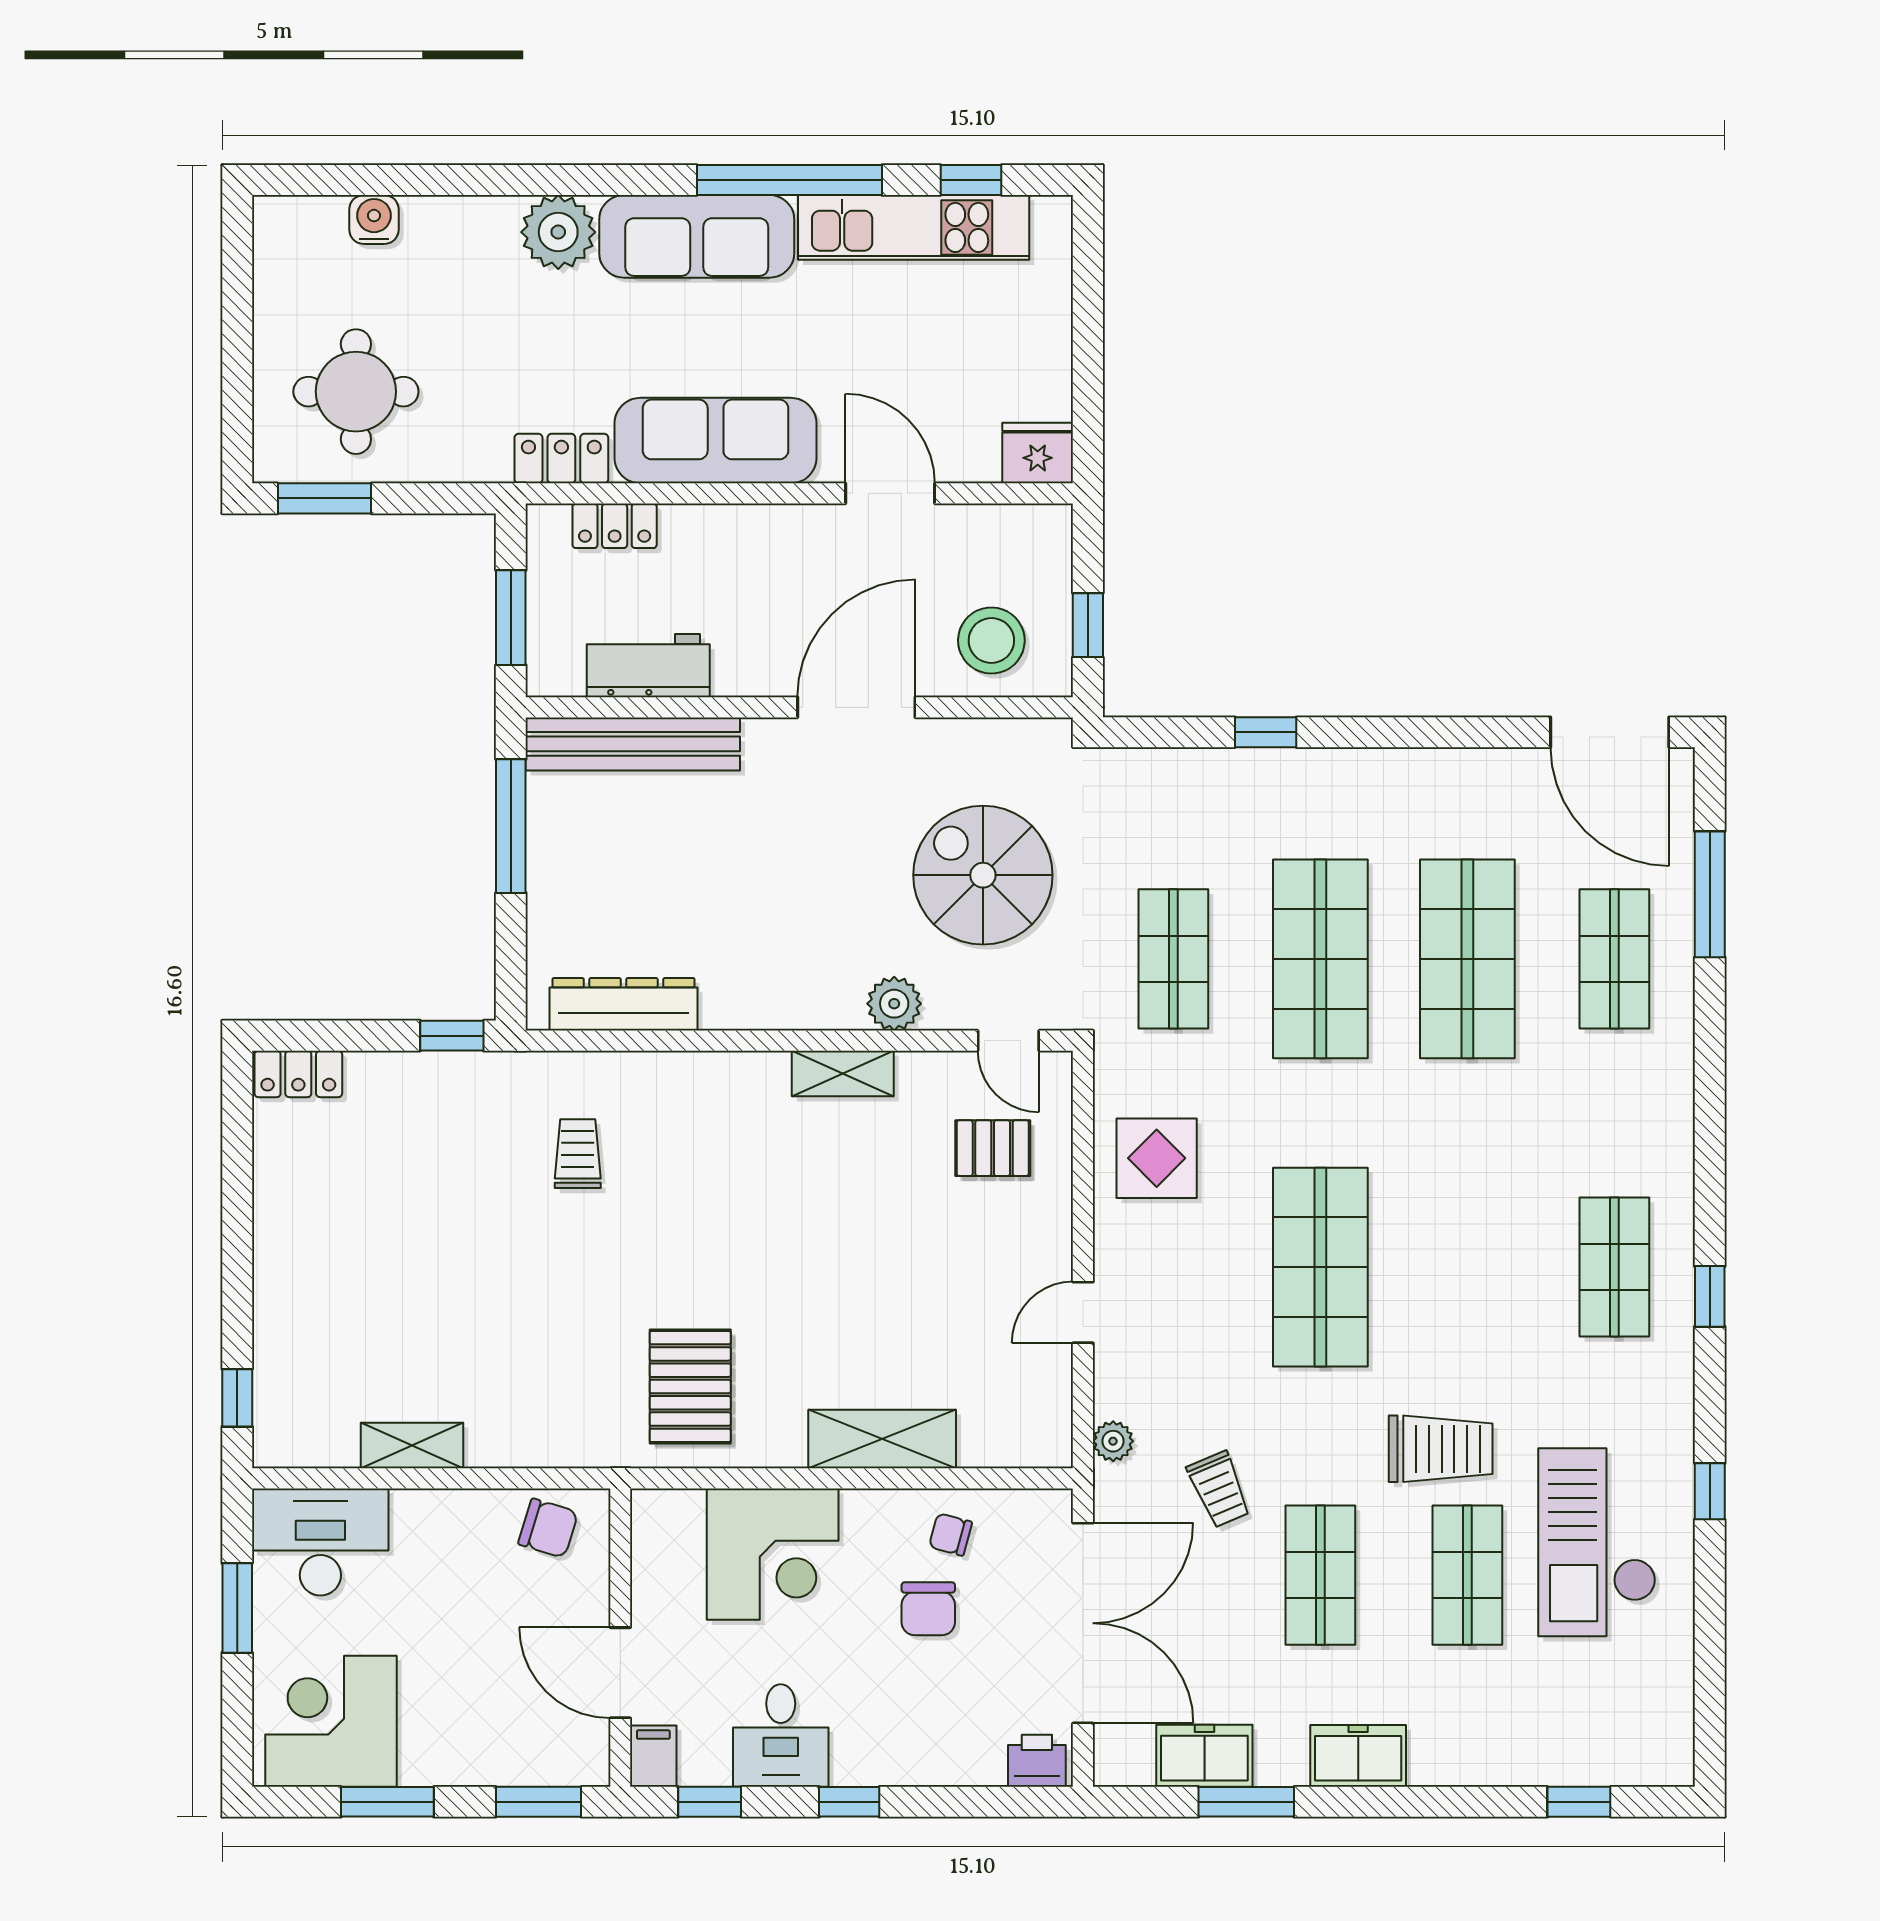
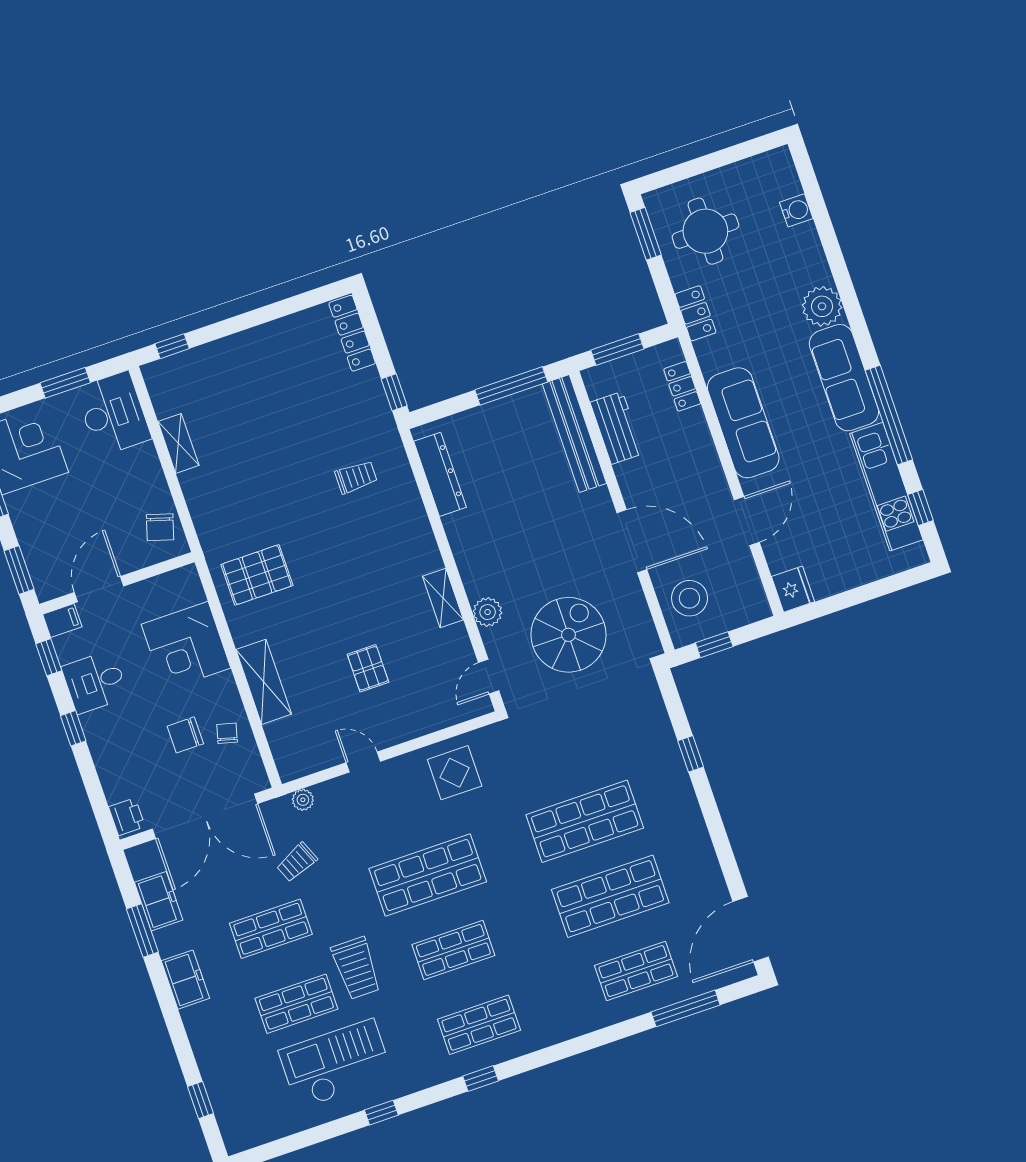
locker: (561, 459) -> (695, 313), moved
shop shelf: (1173, 959) -> (453, 950), moved
locker: (298, 1074) -> (352, 333), width x1.53
pallet: (993, 1148) -> (368, 668), moved

